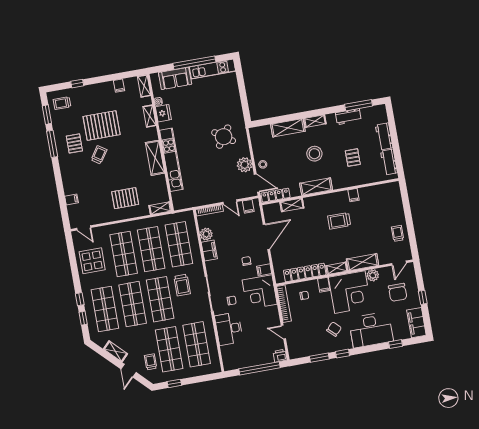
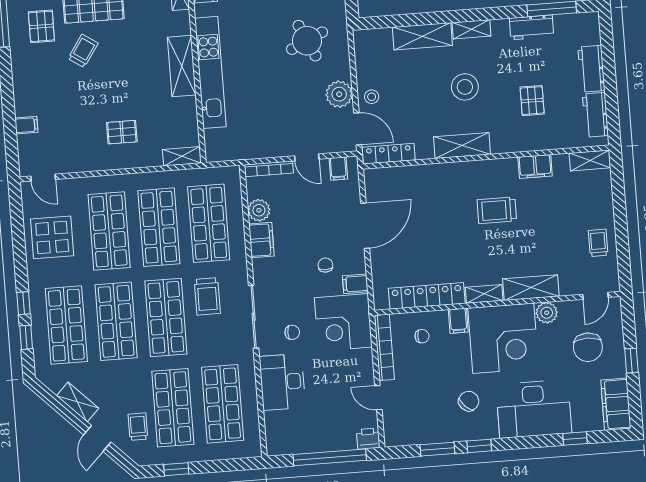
round table: (224, 137) -> (307, 41), turned 30
filing cabinet: (354, 195) -> (535, 166), width x2.00
pallet: (125, 198) -> (122, 132), width x0.67, depth x0.71
shelving: (292, 205) -> (590, 160), moved

